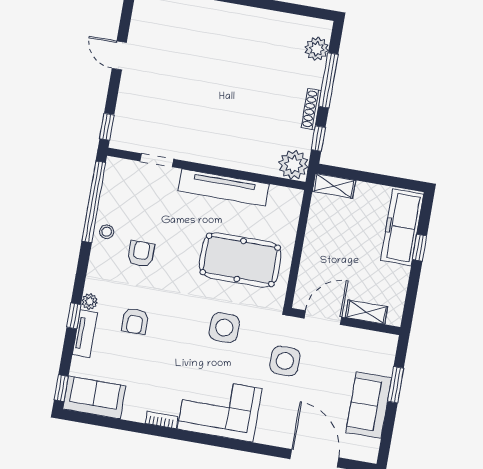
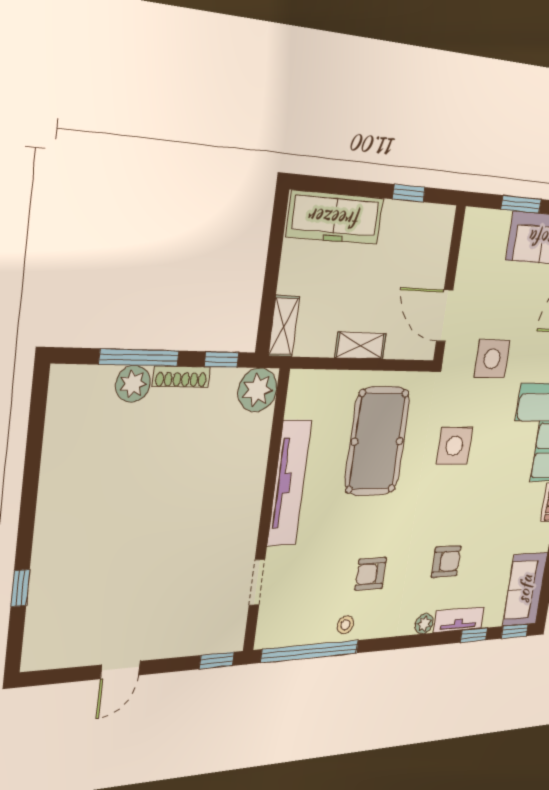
plant: (317, 49) -> (133, 384), moved
window: (420, 248) -> (409, 193), moved
shelving: (366, 312) -> (361, 346), moved, turned 90
window: (74, 316) -> (474, 635), moved

